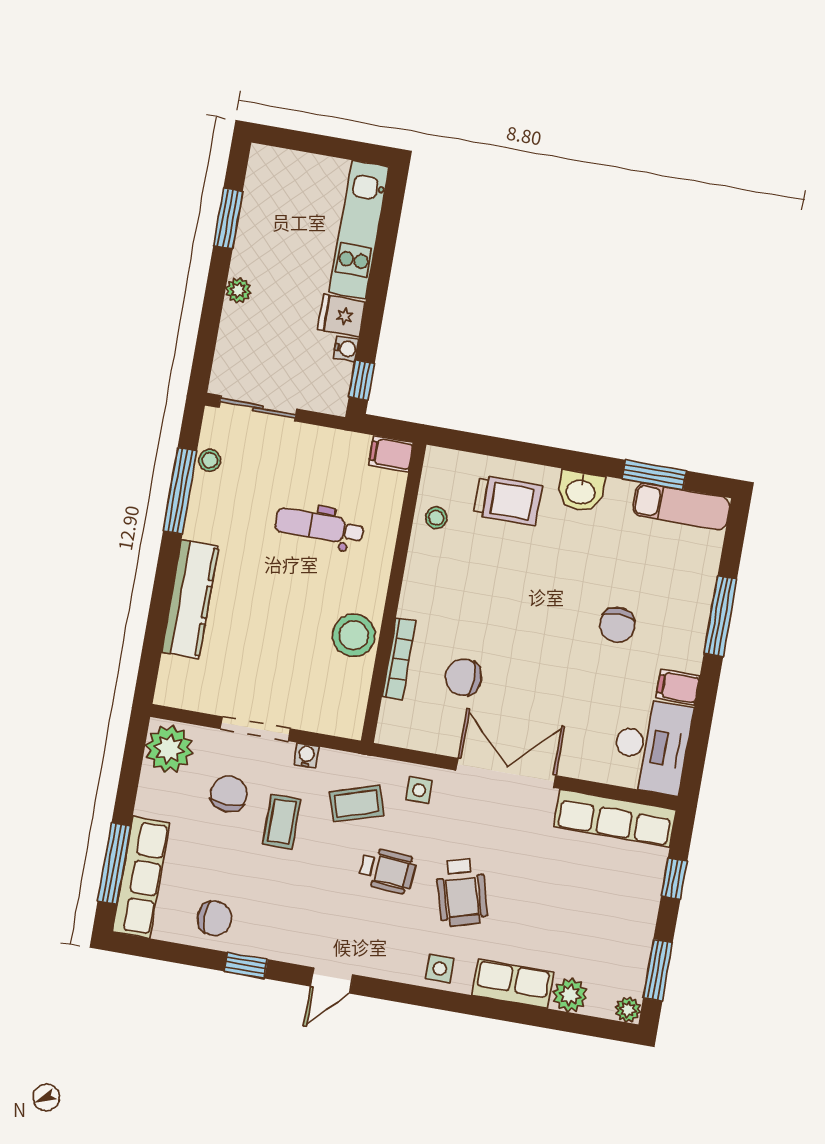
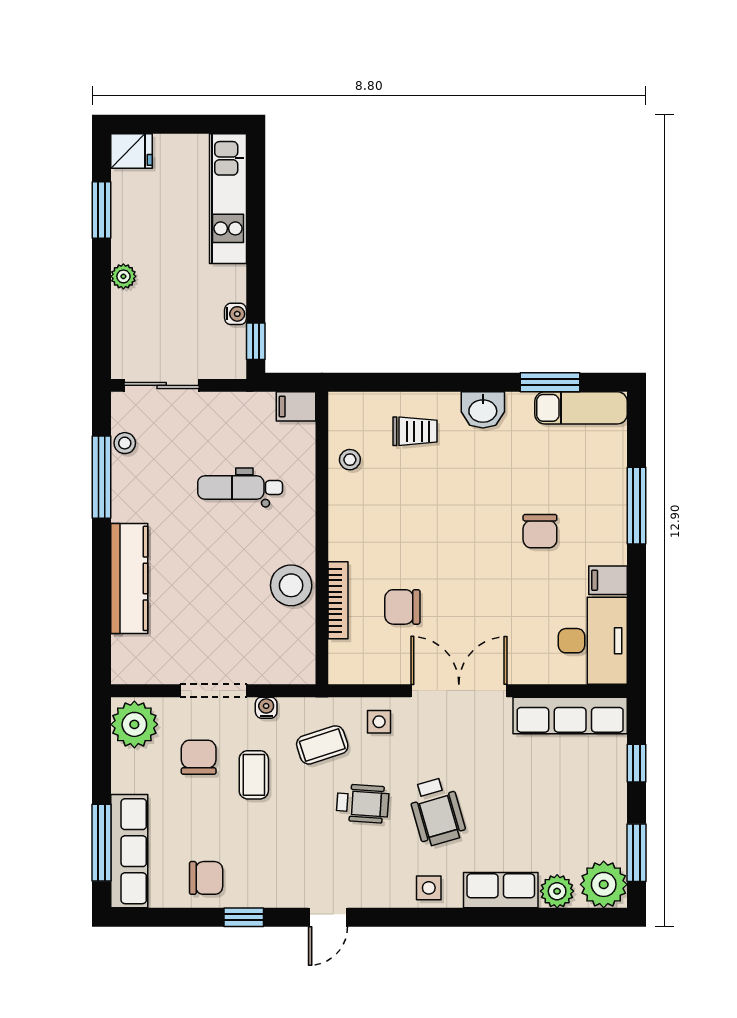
fridge: (341, 316) -> (132, 151), moved, turned 180
trolley: (508, 500) -> (415, 431), width x0.73, depth x0.72
plant: (628, 1010) -> (604, 884), width x1.88, depth x1.88

